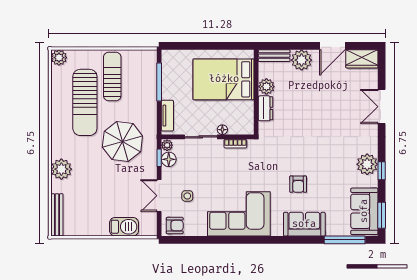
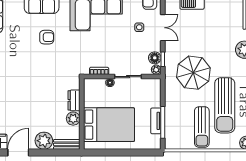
sun lounger: (85, 102) -> (225, 105), turned 180
tv unit: (167, 116) -> (156, 121), moved
armchair: (298, 184) -> (47, 37), turned 90

